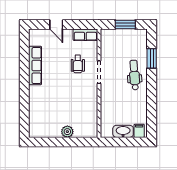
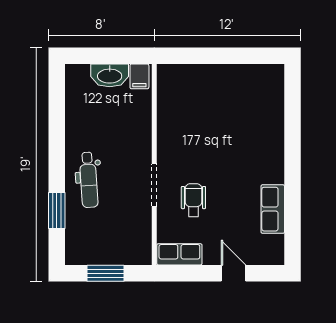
row of seats: (35, 65) -> (273, 209), width x0.68
filing cabinet: (139, 131) -> (139, 76), moved
plant: (67, 132) -> (213, 75), removed

